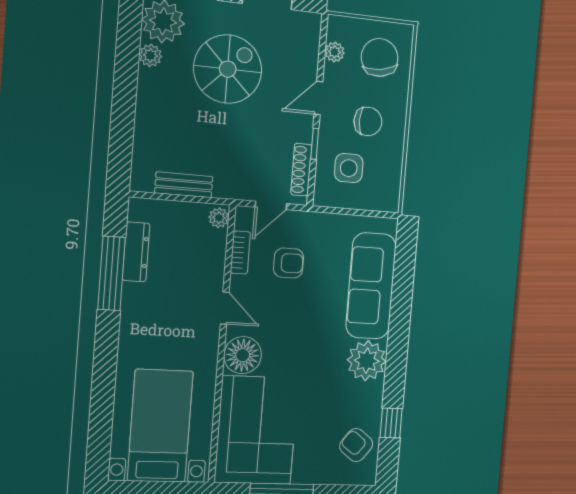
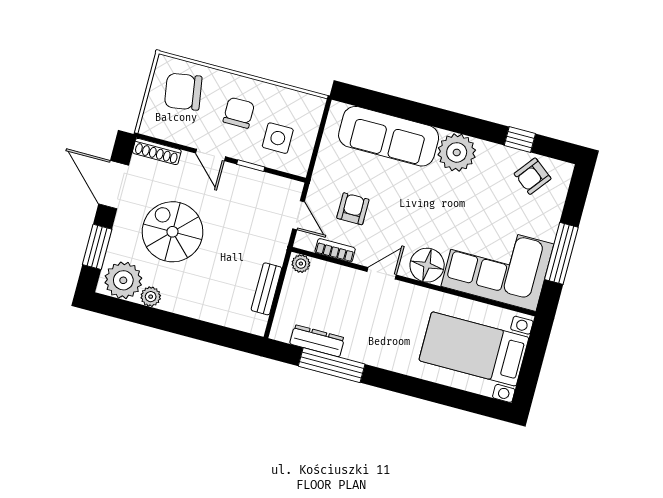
plant: (335, 52) -> (172, 133), removed
shoe rack: (301, 170) -> (157, 151), moved

